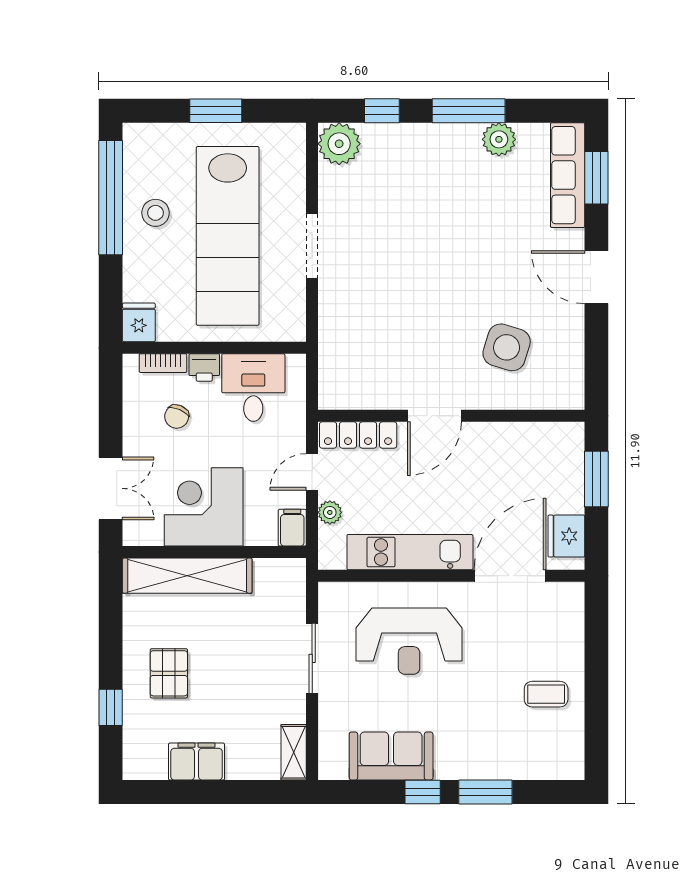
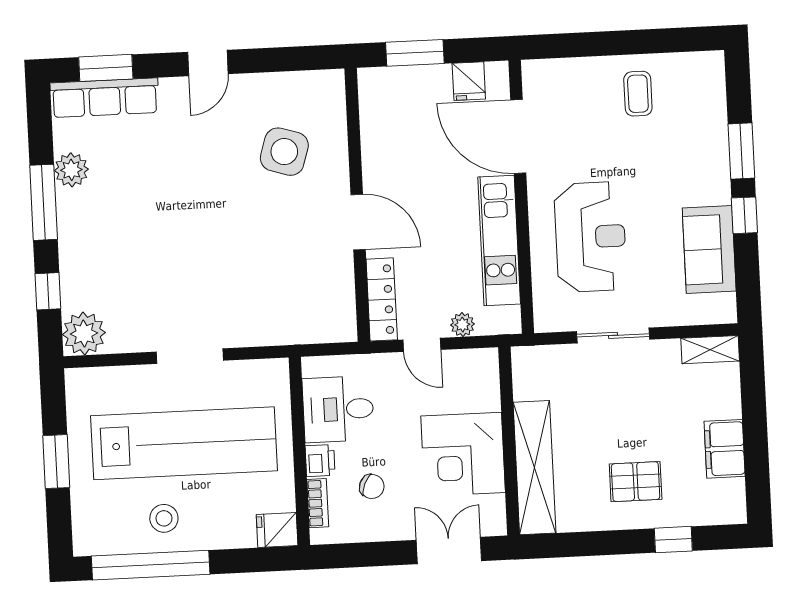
door: (596, 277) -> (208, 63), width x0.73
filing cabinet: (292, 528) -> (480, 362), removed
fridge: (566, 536) -> (469, 81), width x0.72

